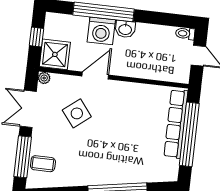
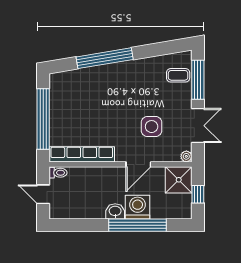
toilet: (185, 34) -> (58, 173), moved
side table: (77, 113) -> (152, 127), turned 38
row of seats: (176, 124) -> (82, 154), moved, turned -90

